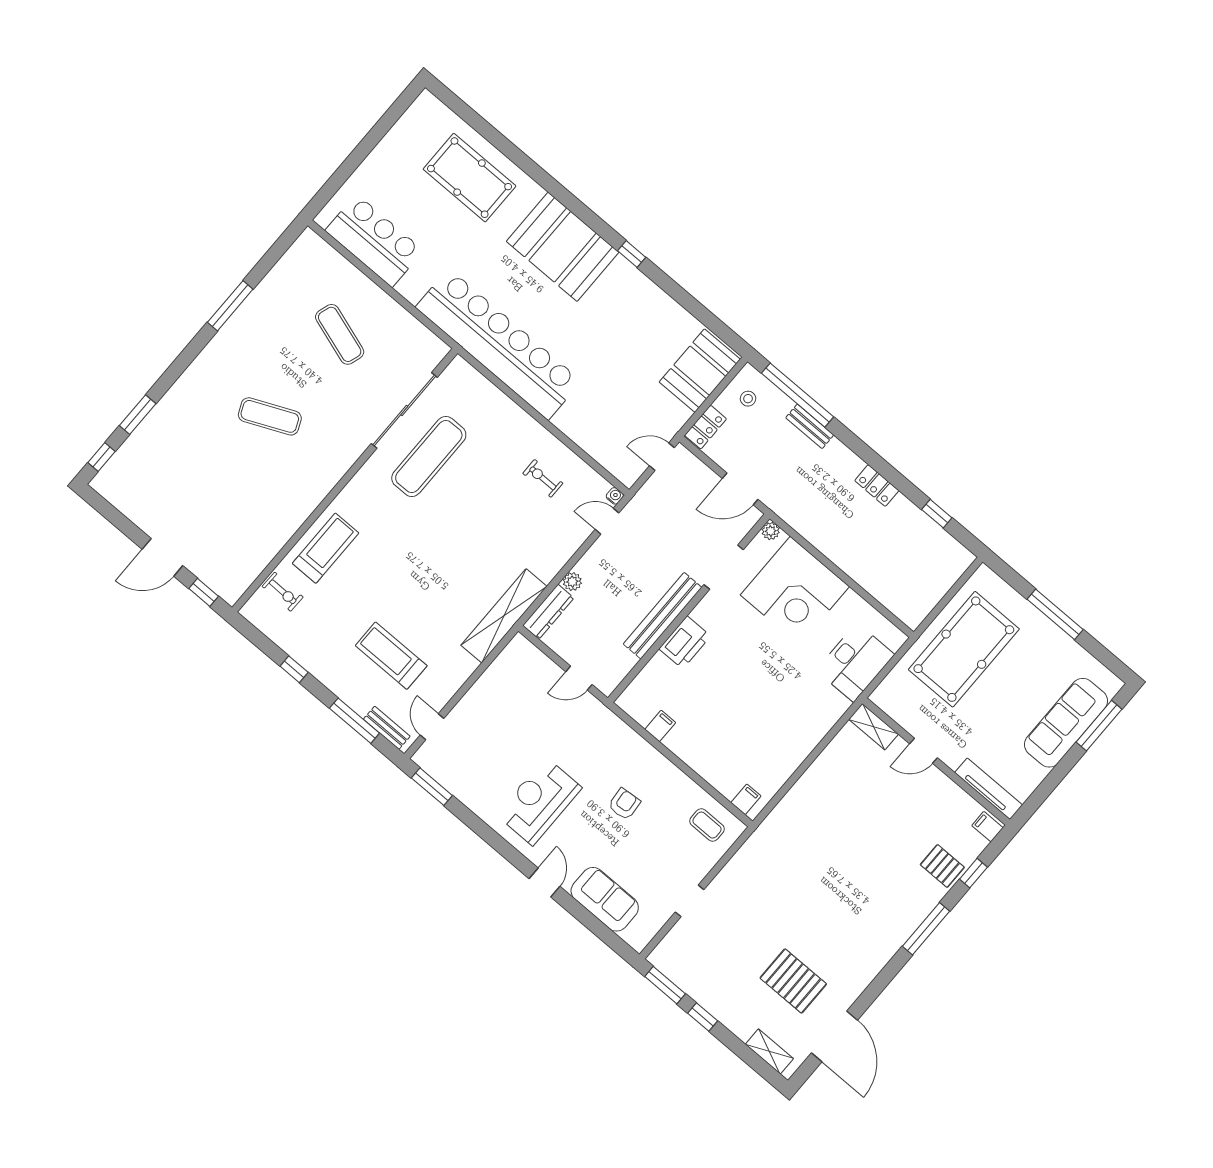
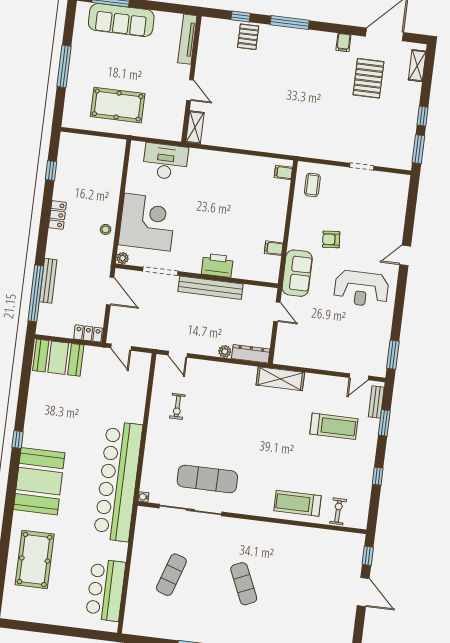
stool: (748, 399) -> (106, 229), moved
bench: (810, 426) -> (48, 281), width x1.36
water cooler: (615, 496) -> (143, 497), moved
shelving: (504, 616) -> (280, 379), width x0.68
pool table: (964, 649) -> (118, 105), width x0.73, depth x0.76
treadmill: (391, 656) -> (334, 426), turned -90
window: (354, 721) -> (384, 423), width x0.69
filing cabinet: (987, 827) -> (343, 43), moved
sofa: (605, 899) -> (297, 273), moved, turned 180

